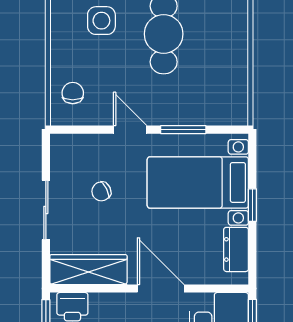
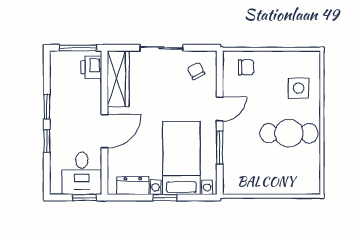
chair: (101, 191) -> (196, 71), moved

